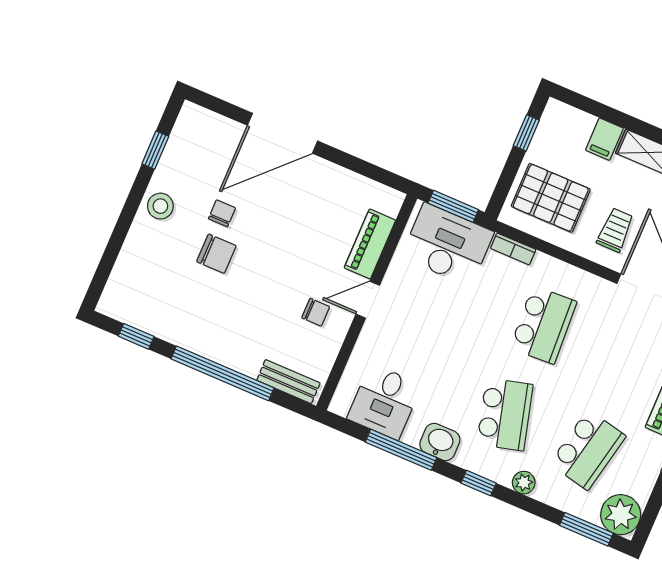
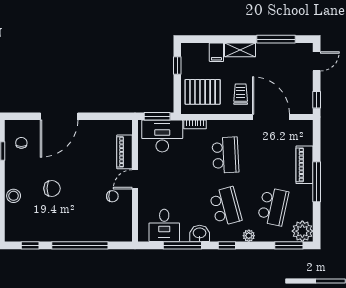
stool: (160, 206) -> (14, 196), moved
chair: (222, 213) -> (21, 143), moved
bench: (288, 382) -> (114, 236), removed

